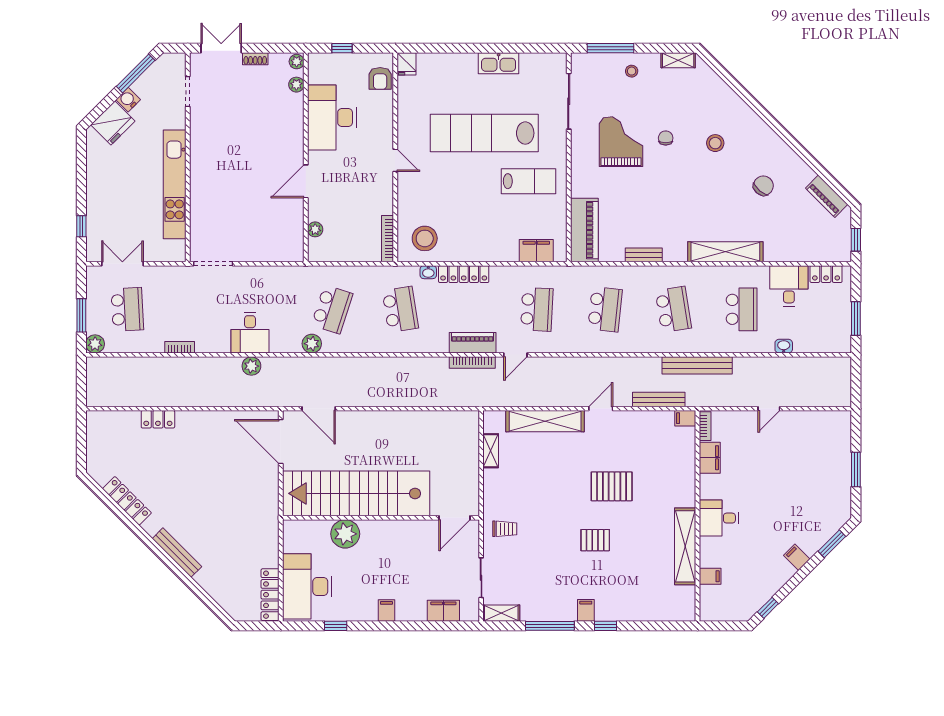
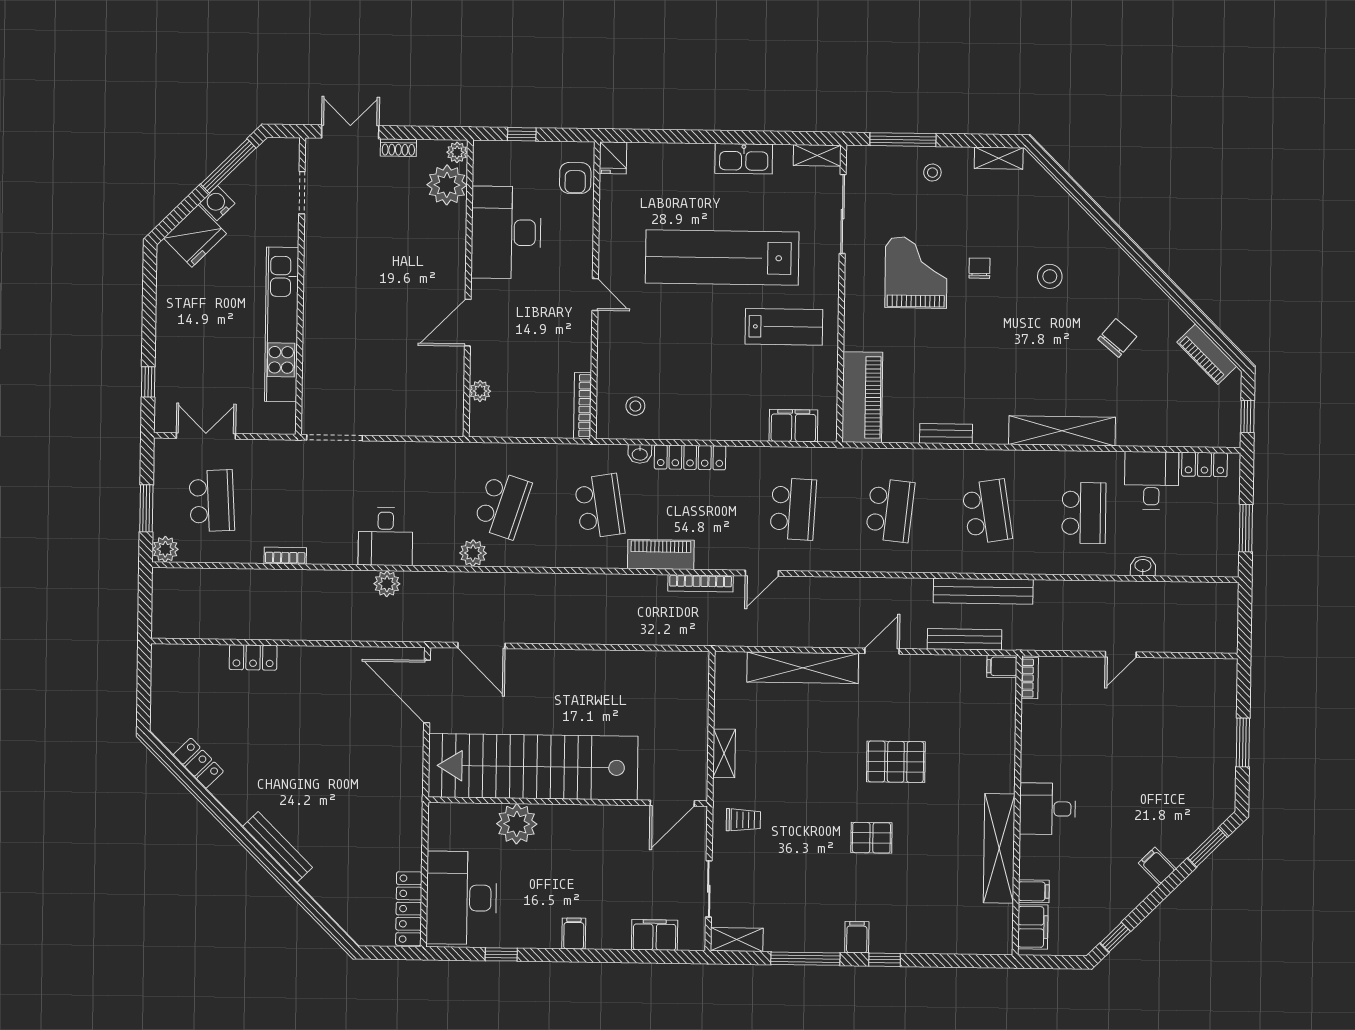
shelving: (550, 60) -> (817, 155), added
plant: (296, 85) -> (447, 185), width x1.87, depth x1.87
stool: (425, 238) -> (635, 406), width x0.53, depth x0.53
piano: (473, 343) -> (661, 555), moved
bench: (697, 365) -> (983, 591), moved
shelving: (491, 451) -> (724, 753), moved
filing cabinet: (710, 458) -> (1033, 927), moved
locker: (127, 501) -> (198, 763), width x0.66

